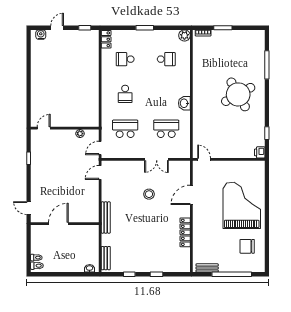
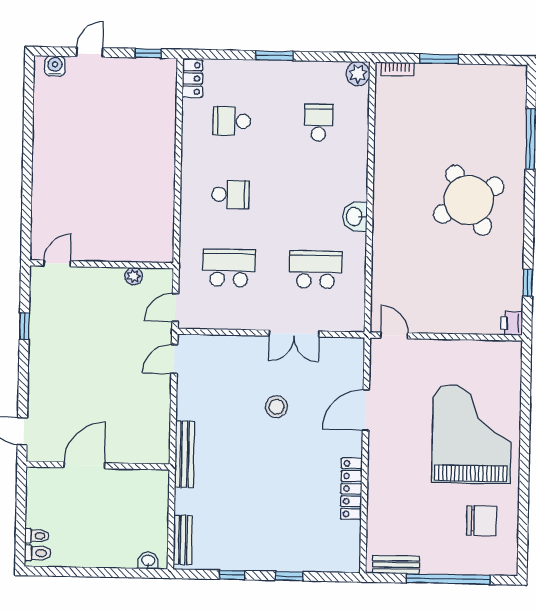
school desk: (166, 59) -> (318, 123), turned -90
school desk: (125, 94) -> (230, 194), turned -90
chair: (247, 246) -> (482, 521), turned 180

